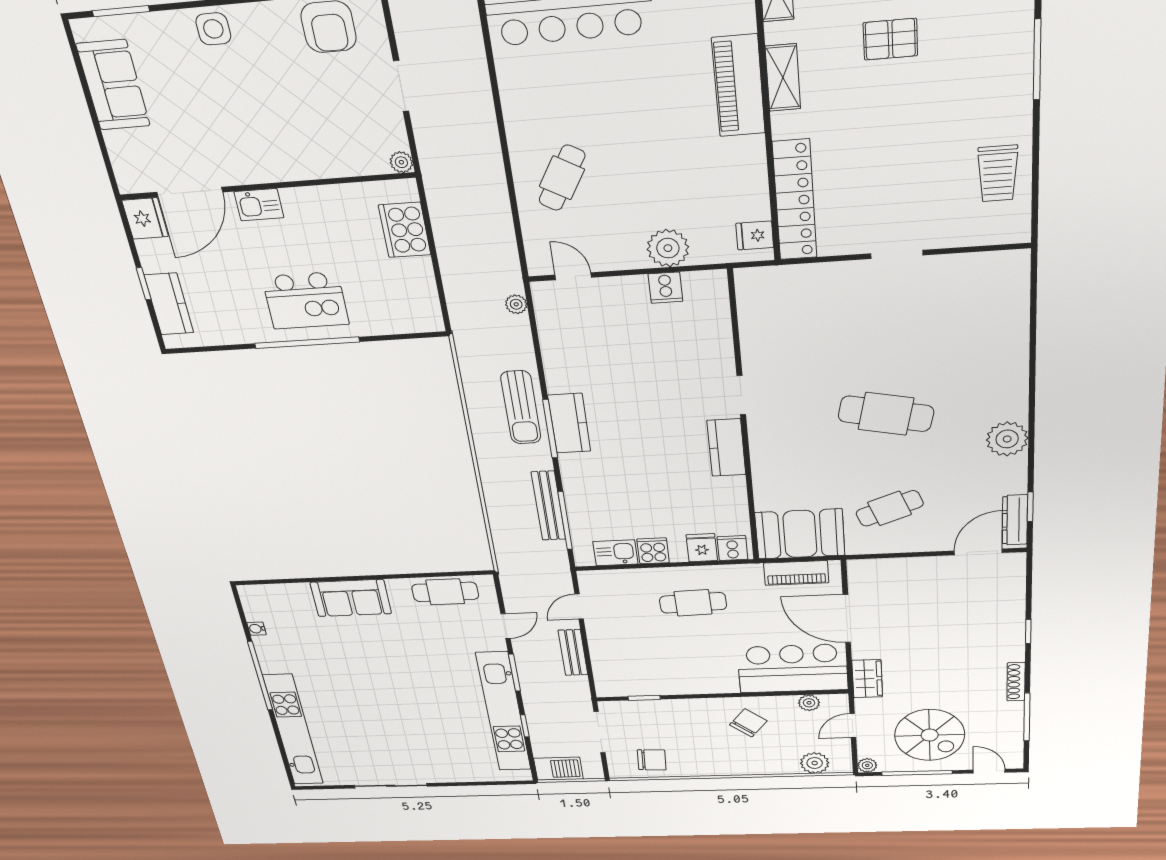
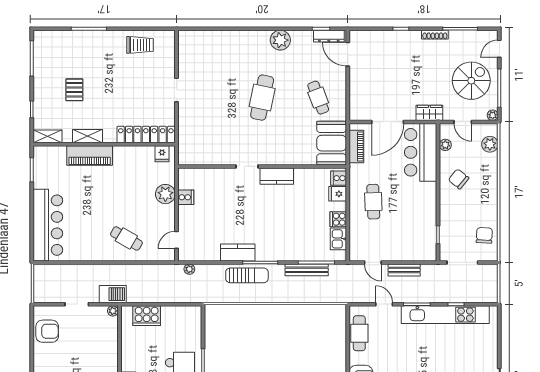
kitchen counter: (569, 423) -> (238, 253), moved
barbecue: (558, 769) -> (113, 294), moved, turned 90

